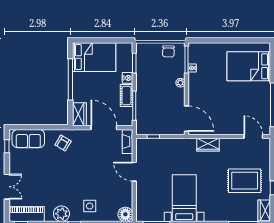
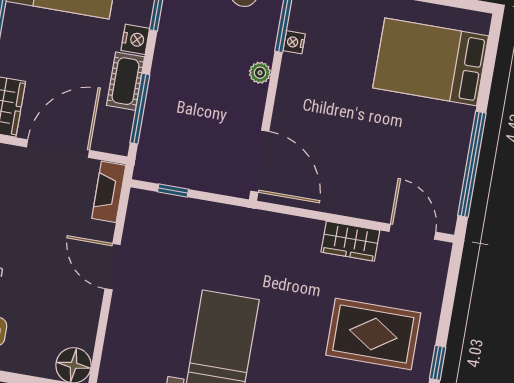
door: (104, 128) -> (58, 149), hinge flipped
wardrobe: (208, 145) -> (350, 241), moved

